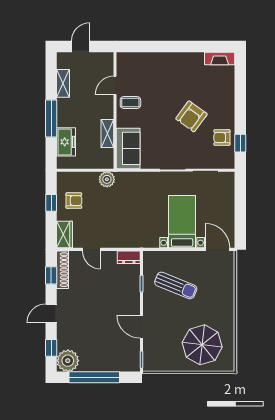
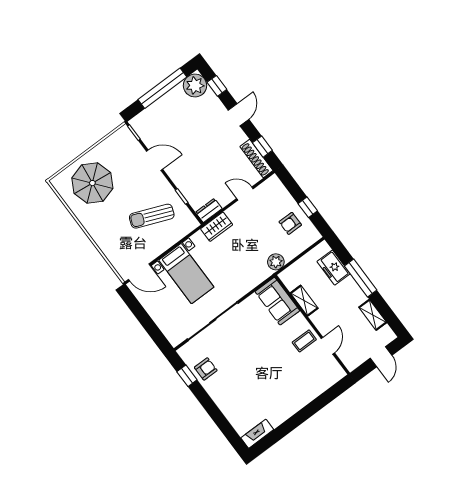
armchair: (191, 116) -> (244, 368), removed
wardrobe: (65, 235) -> (217, 227), moved, turned -90

